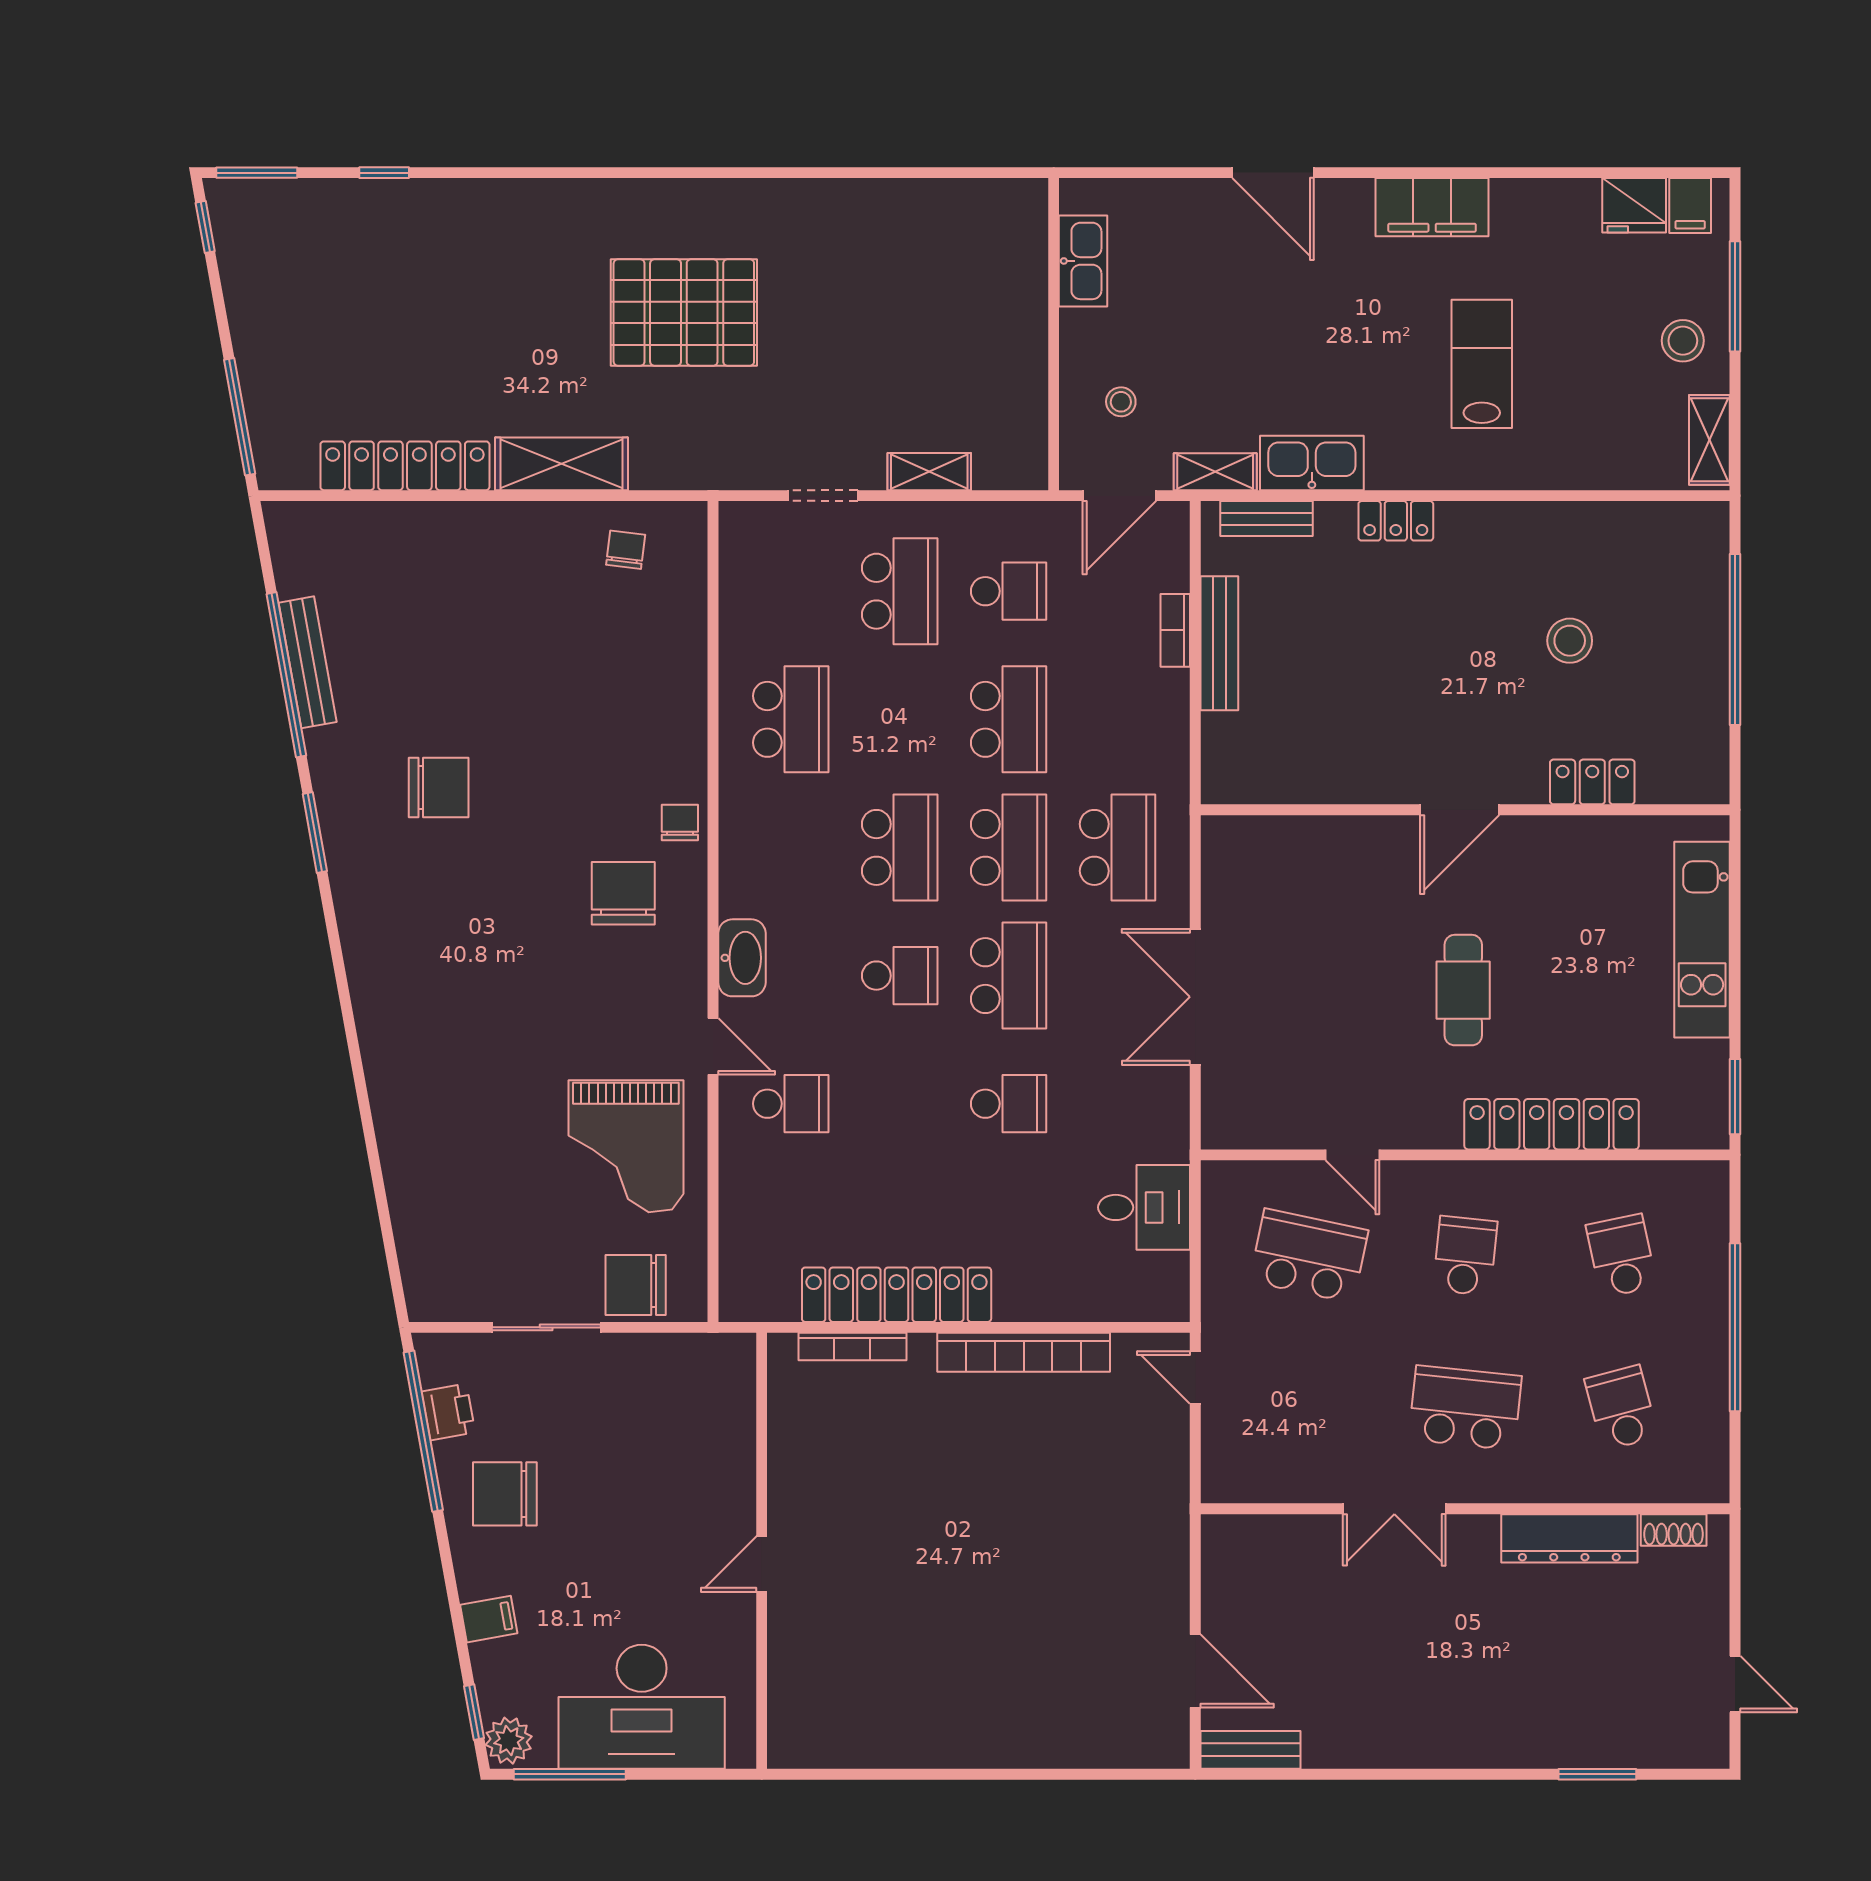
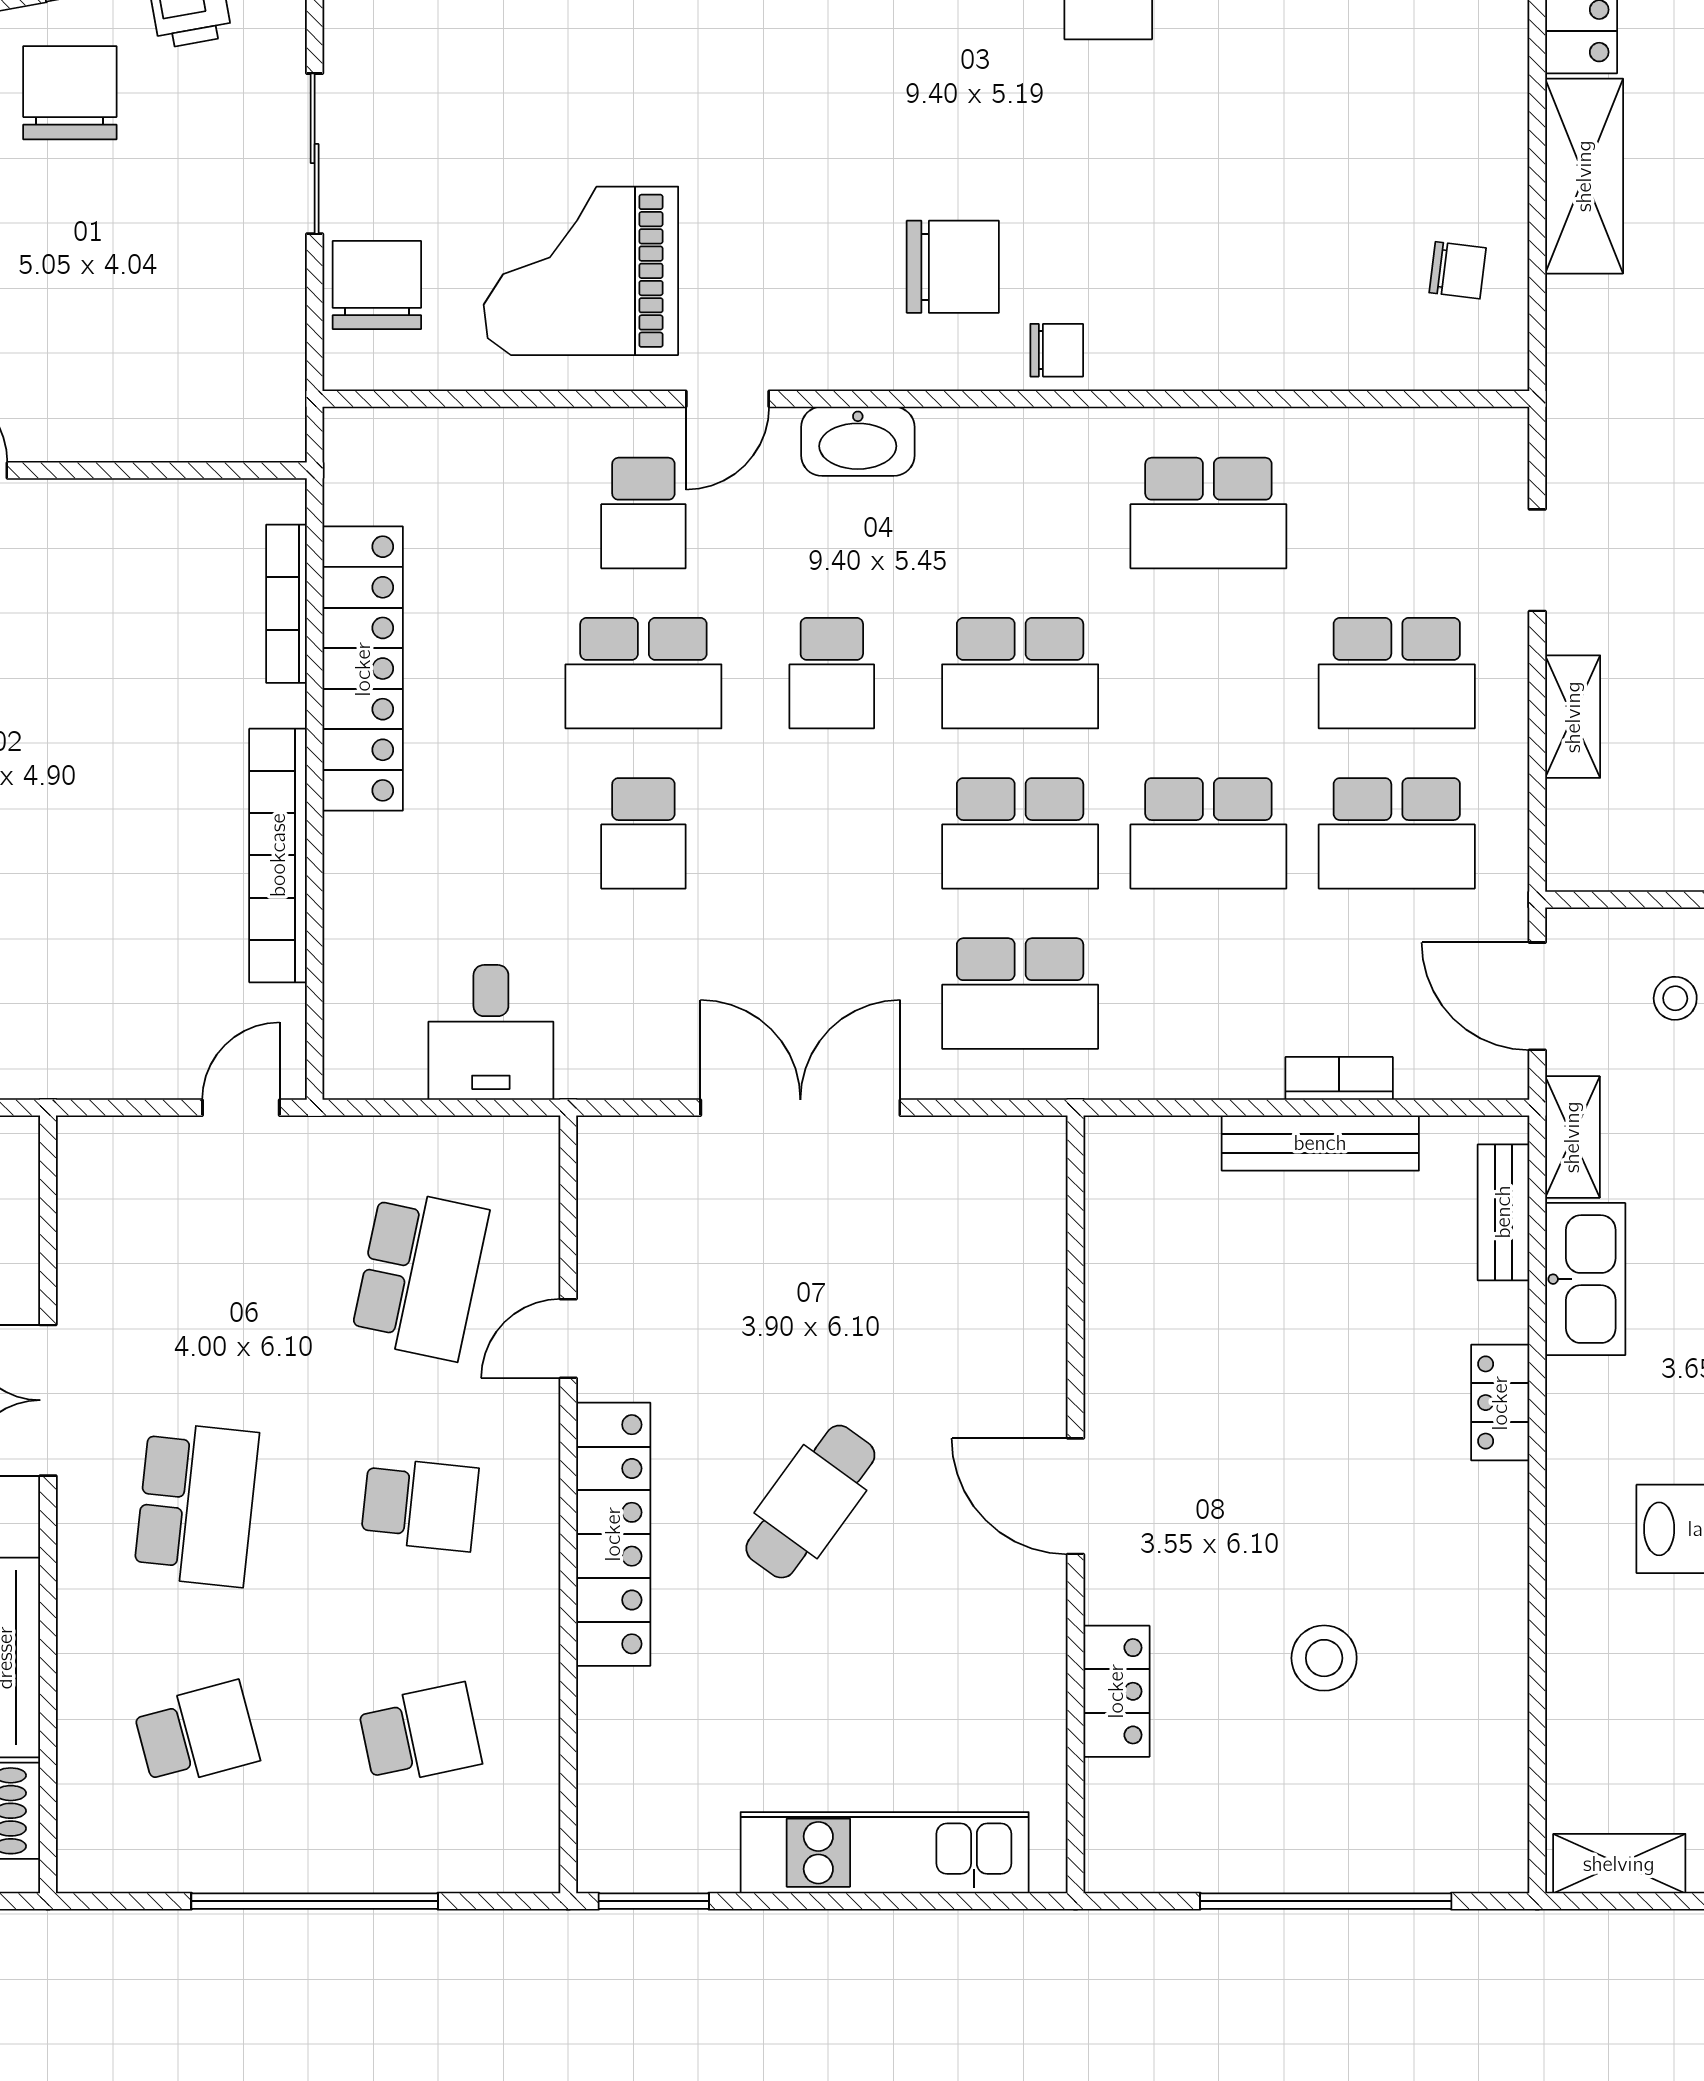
school desk: (1009, 591) -> (1397, 833), width x1.85
school desk: (1009, 976) -> (643, 673), moved
cafe table: (1463, 990) -> (810, 1502), turned -54
locker: (1552, 1124) -> (613, 1534), moved

